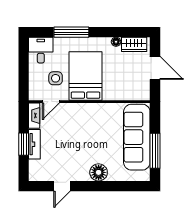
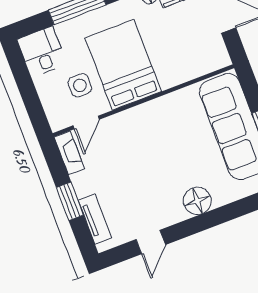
tv unit: (34, 144) -> (95, 219), moved

